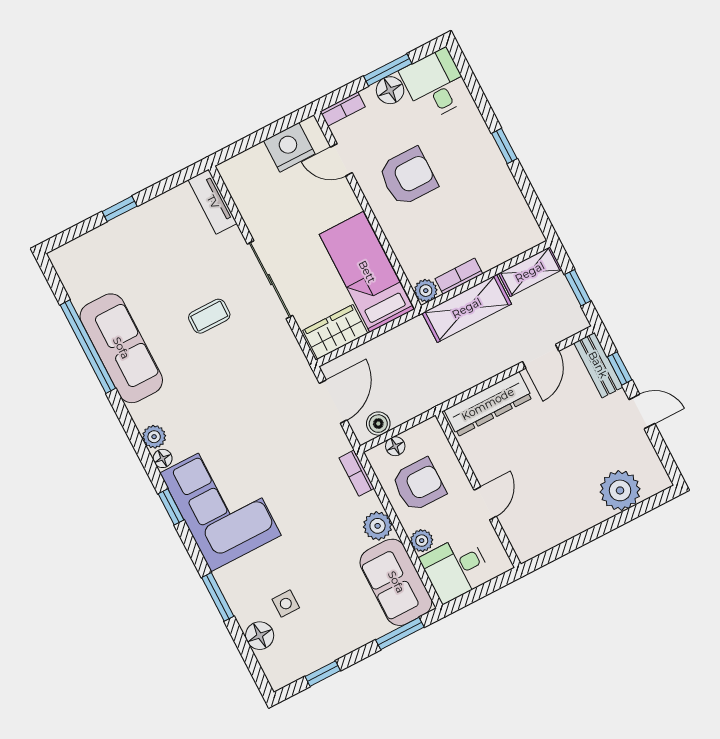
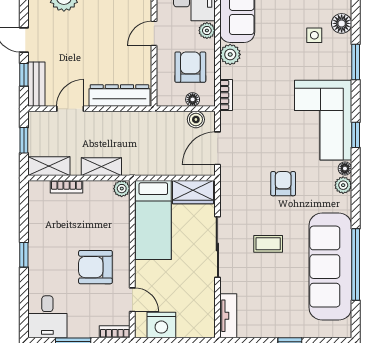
floor lamp: (390, 90) -> (78, 328), removed
bookcase: (459, 276) -> (67, 187), moved
shelving: (467, 308) -> (101, 167), width x0.67, depth x0.75
sofa: (121, 348) -> (330, 267), width x1.36, depth x1.27
armchair: (229, 400) -> (283, 184), added
armchair: (419, 485) -> (190, 67), turned 90

